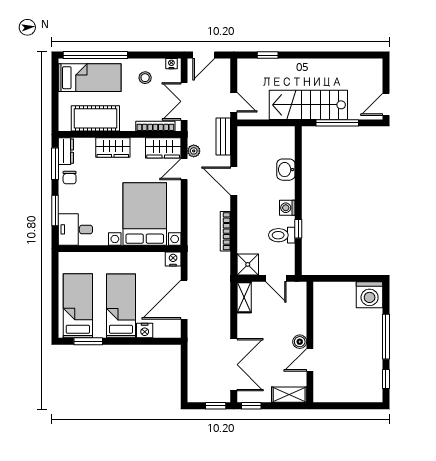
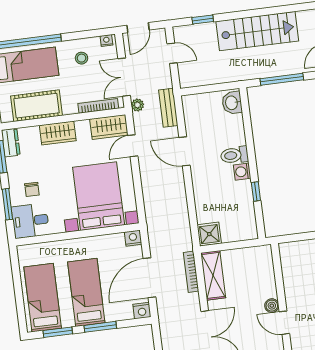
door: (234, 102) -> (172, 53), moved
stairs: (308, 105) -> (257, 31), moved, turned 180
plant: (194, 151) -> (137, 105), moved
washbasin: (286, 170) -> (232, 103), moved
chair: (70, 178) -> (32, 189), moved
bookcase: (225, 231) -> (191, 272), moved
toilet: (282, 235) -> (234, 155), moved
door: (276, 278) -> (240, 245), removed
shelving: (244, 297) -> (213, 275), width x1.50, depth x1.33
nightstand: (145, 331) -> (142, 311), moved
window: (130, 341) -> (100, 327), added
door: (310, 360) -> (284, 323), hinge flipped

